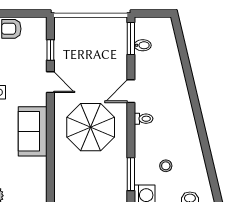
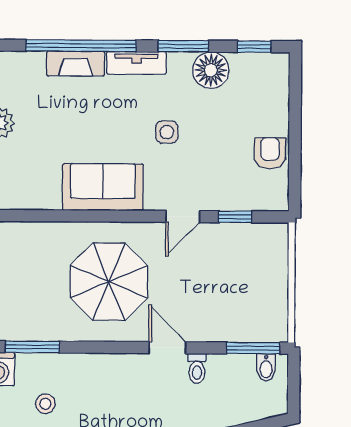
bidet: (143, 45) -> (266, 367), moved
toilet: (144, 119) -> (197, 368), moved

